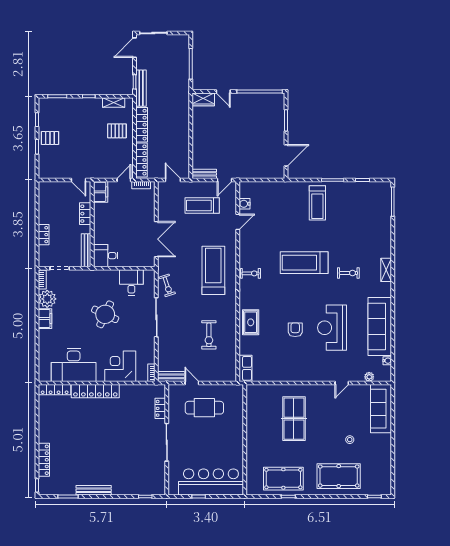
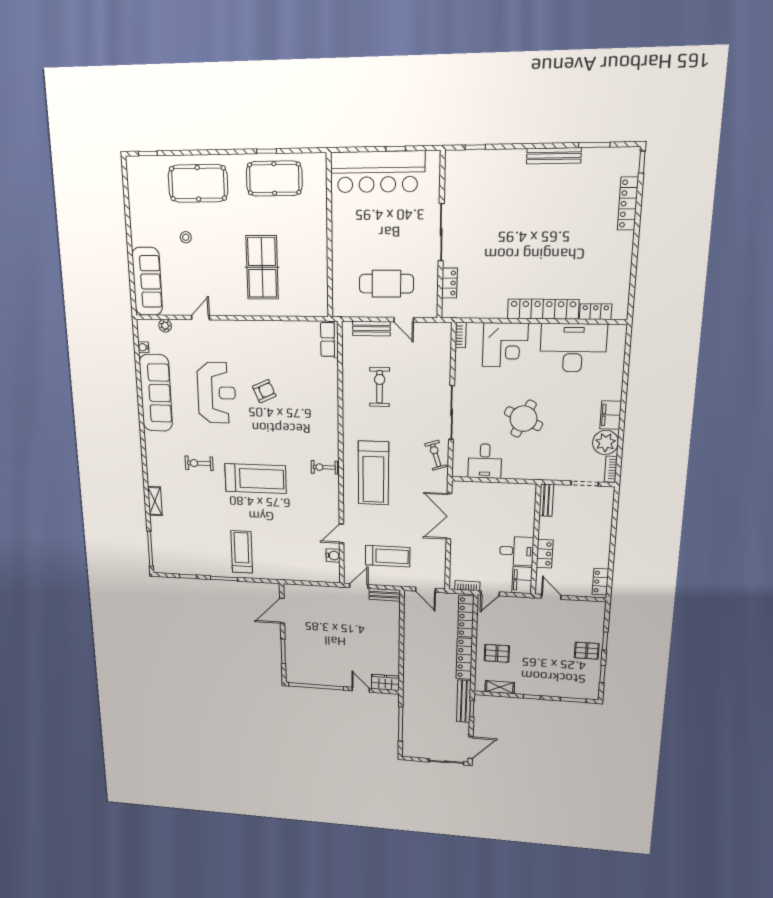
locker: (44, 235) -> (600, 582), moved
bench: (86, 250) -> (546, 500), width x0.73
desk: (106, 256) -> (517, 551), moved
shelving: (386, 270) -> (155, 501), moved
rug: (251, 322) -> (323, 403), removed
armchair: (295, 330) -> (264, 391), turned -114
bench: (171, 376) -> (371, 329), moved
locker: (55, 390) -> (596, 312), width x0.66

